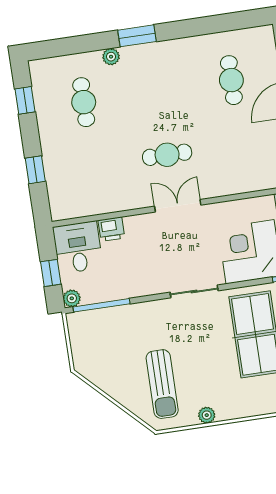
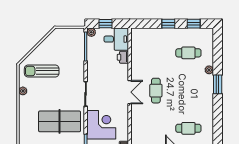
window: (35, 170) -> (168, 24), moved

